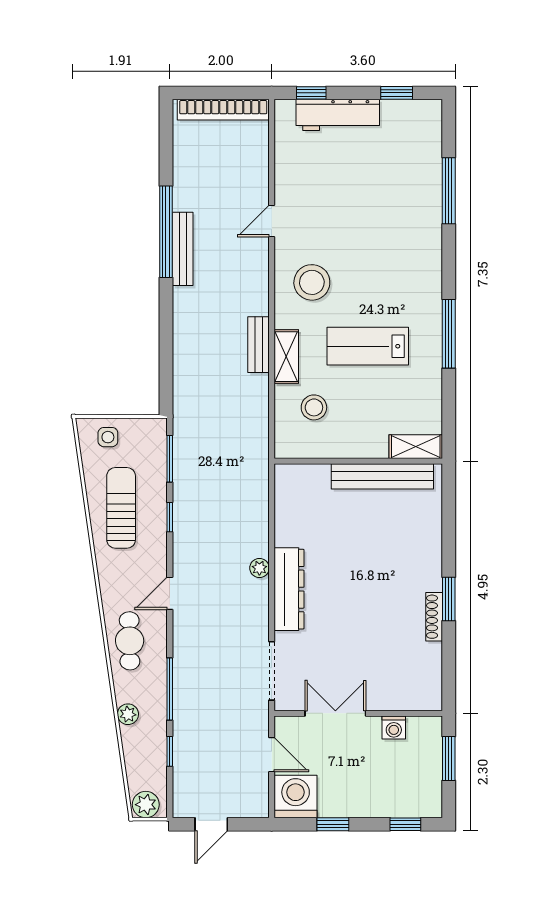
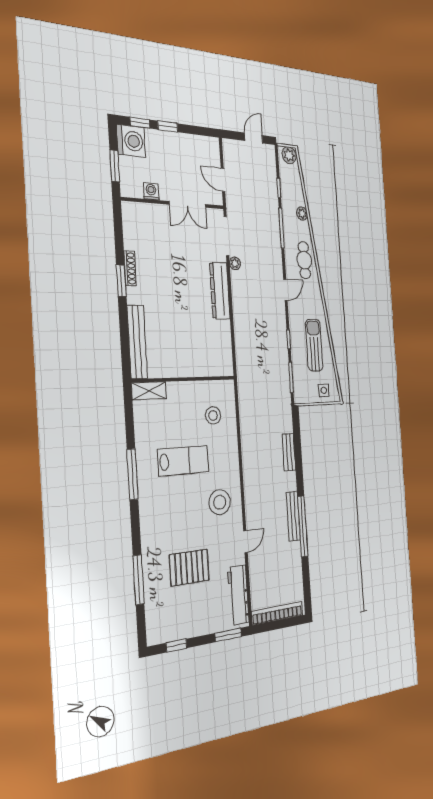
window: (311, 93) -> (228, 635), width x1.50
workbench: (338, 115) -> (238, 595), moved, turned -90
pallet: (369, 196) -> (189, 568), added
bench: (258, 345) -> (289, 452), moved
shelving: (286, 357) -> (231, 449), removed
bench: (382, 476) -> (137, 342), moved, turned 90
sun lounger: (121, 508) -> (314, 345), turned 180
plant: (259, 568) -> (235, 263), moved
washing machine: (296, 796) -> (131, 141), moved, turned -90
window: (333, 824) -> (168, 126), moved

